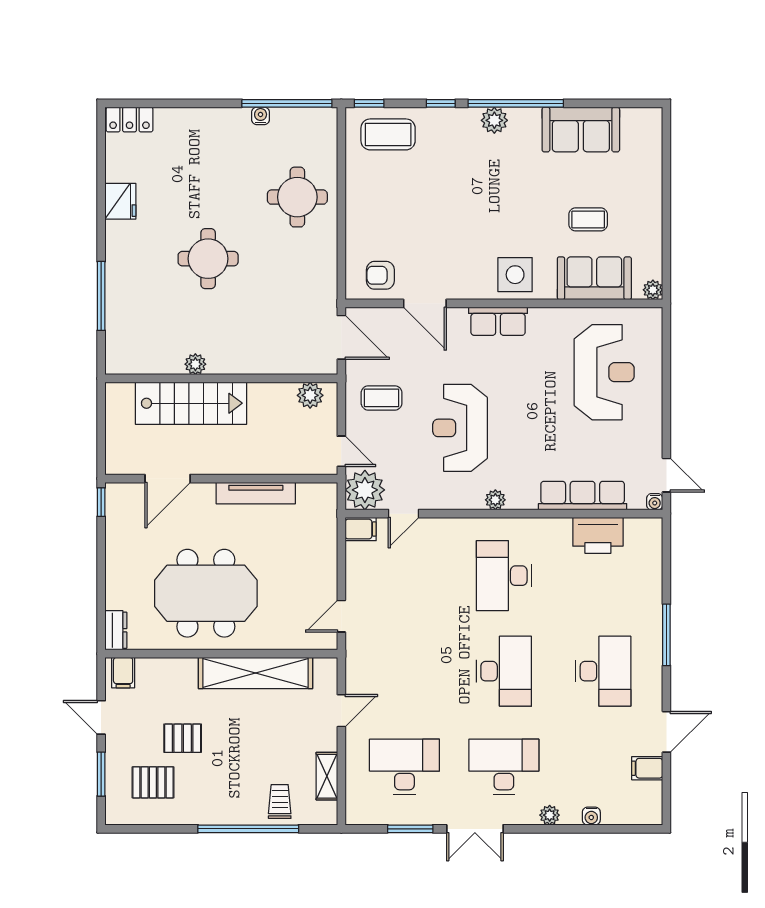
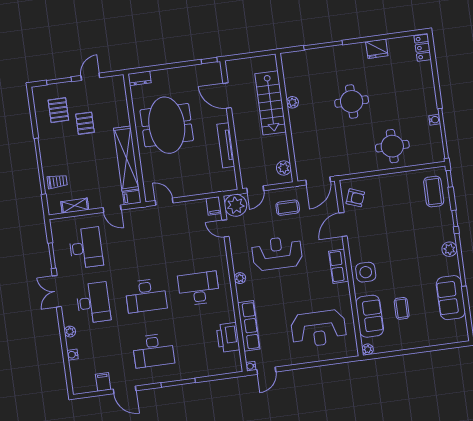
armchair: (380, 275) -> (355, 198), turned 111
coffee table: (382, 398) -> (288, 208), turned 90
filing cabinet: (123, 673) -> (132, 198), moved

